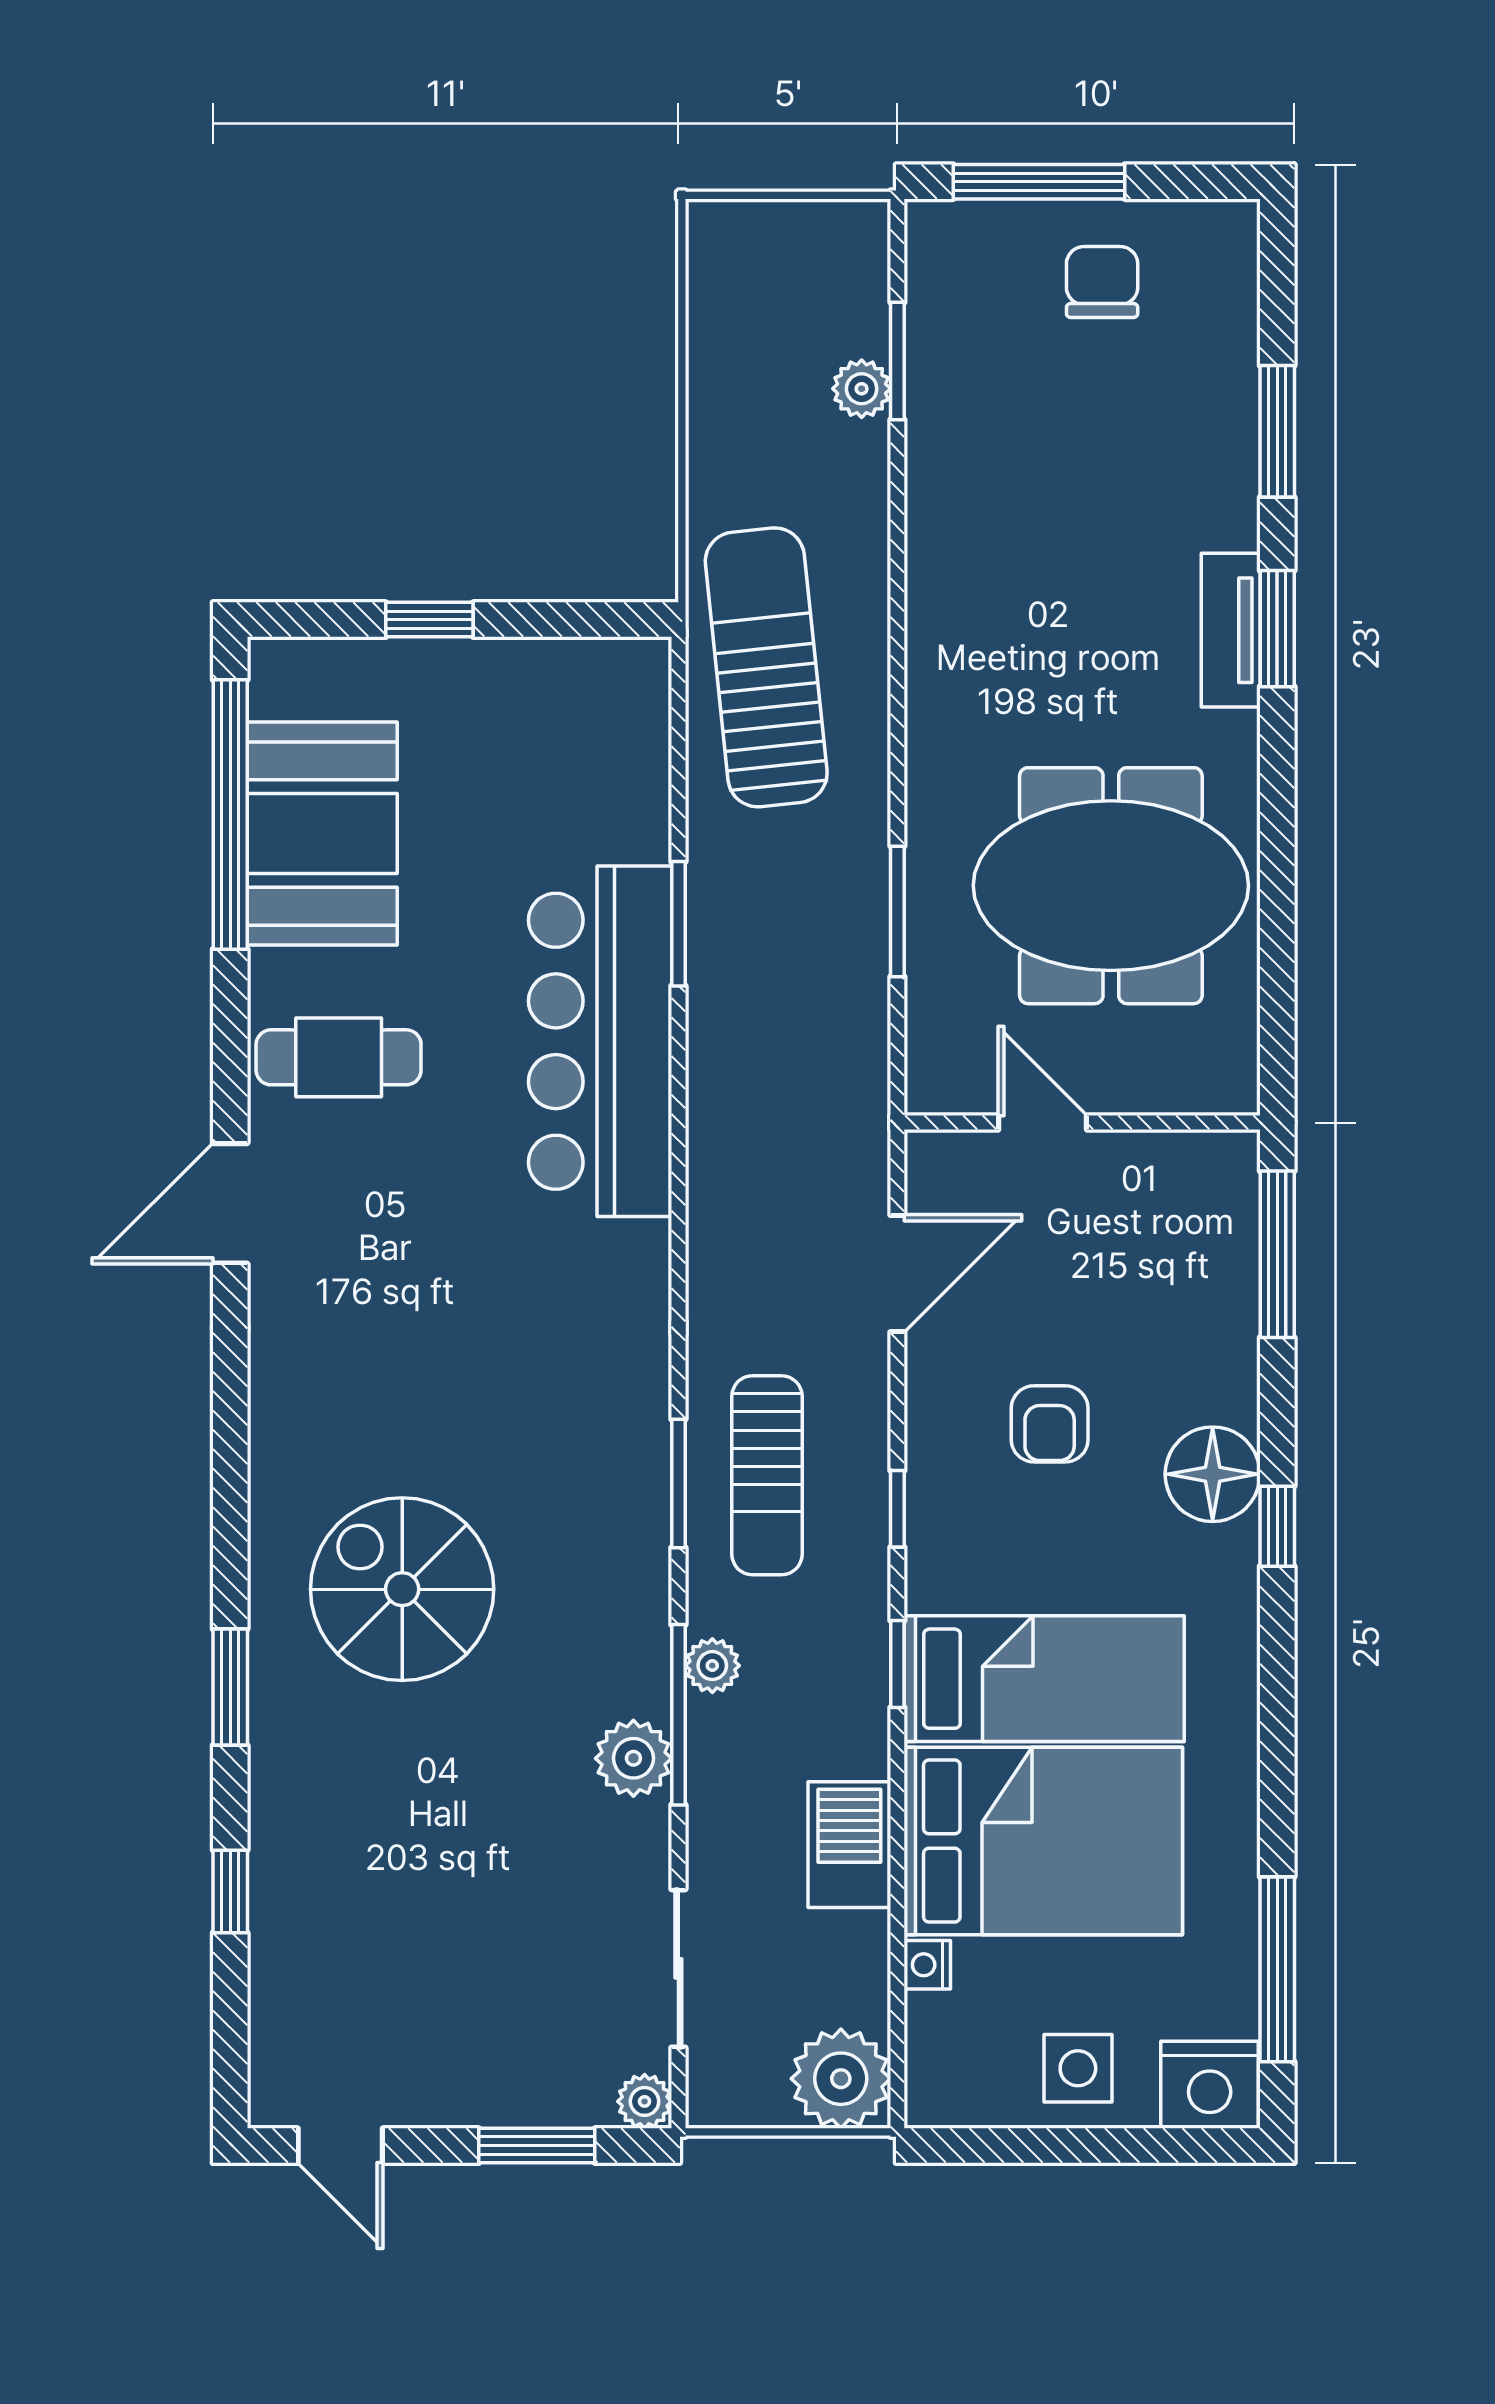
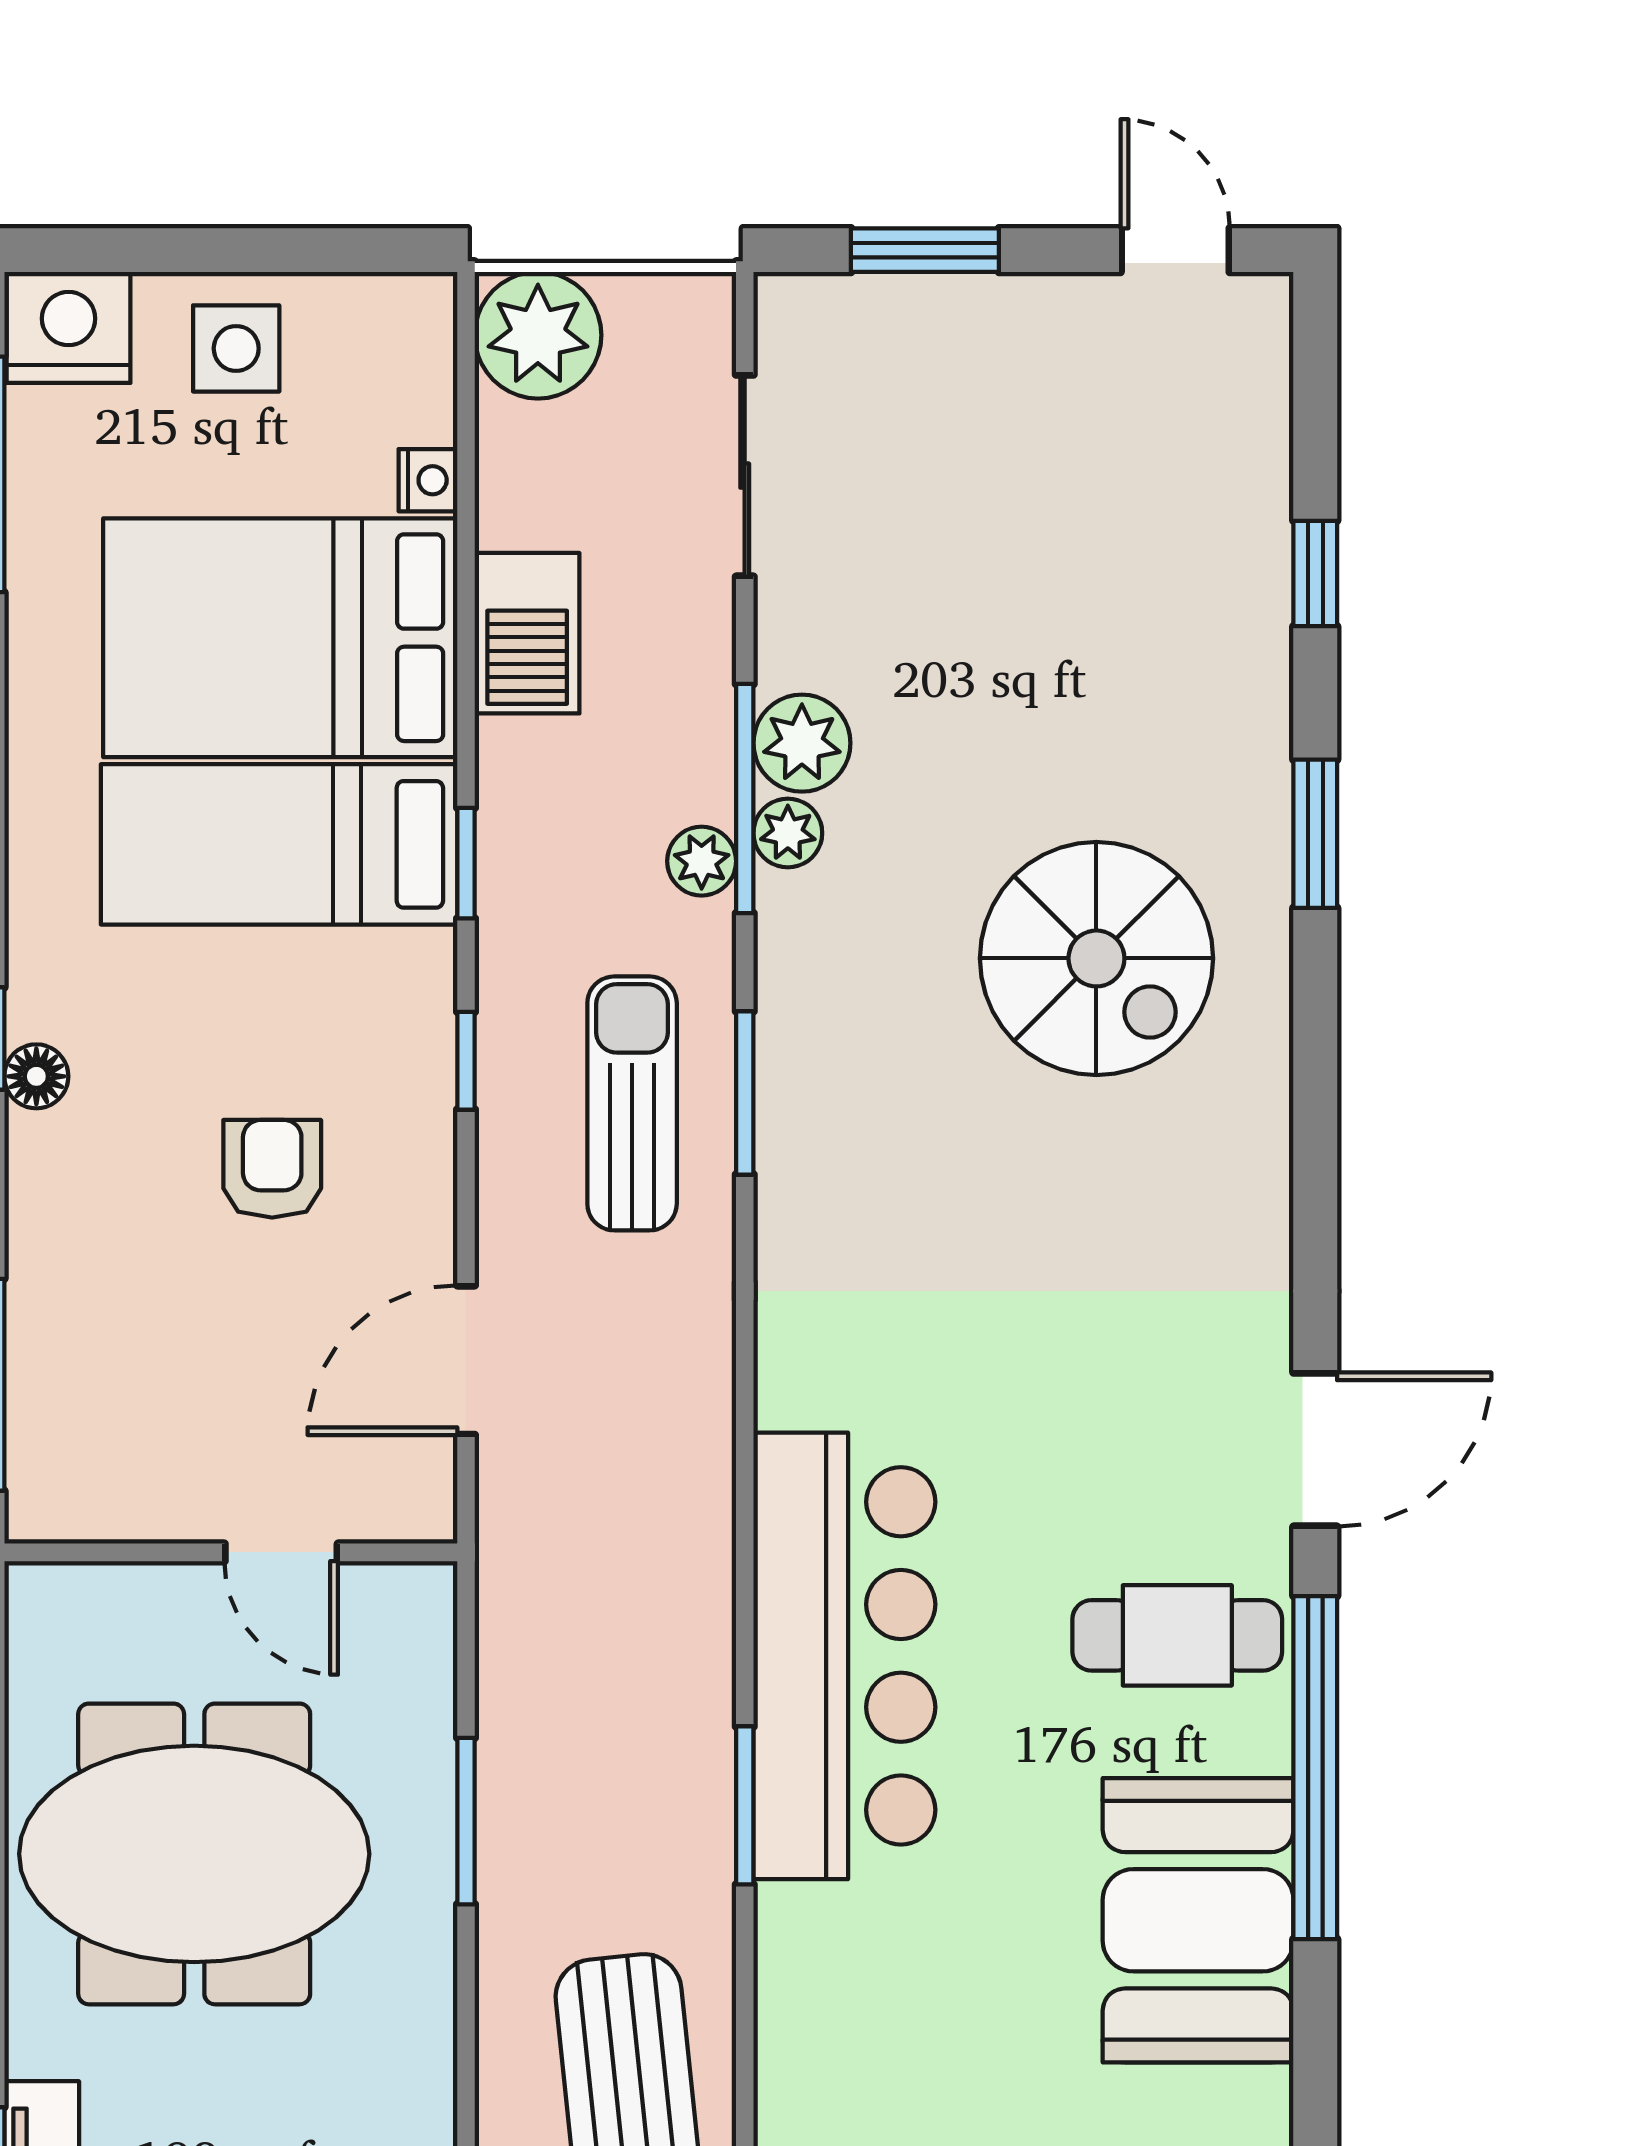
window: (230, 815) -> (1315, 1768), moved
floor lamp: (1213, 1474) -> (36, 1076), width x0.53, depth x0.53
plant: (645, 2101) -> (788, 833), moved

